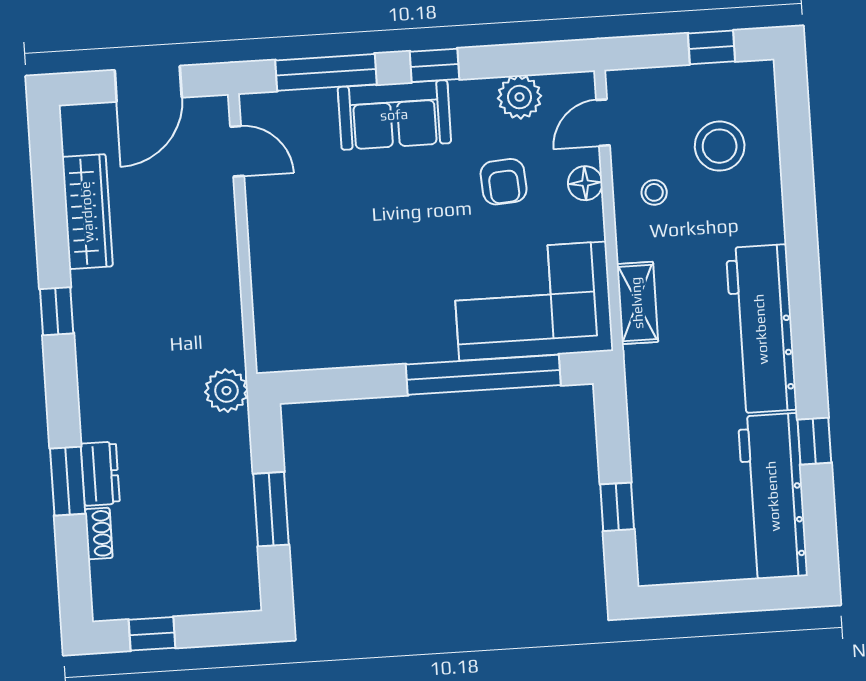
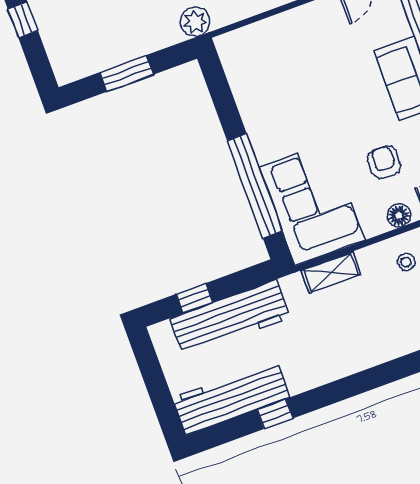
armchair: (504, 182) -> (384, 162), turned 94
workbench: (761, 329) -> (230, 318), moved, turned 180

